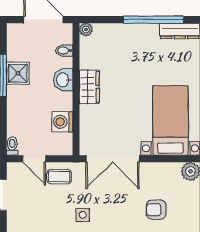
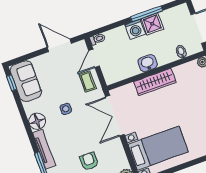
washbasin: (63, 80) -> (148, 63), moved
wardrobe: (89, 87) -> (155, 82), width x1.50
washing machine: (62, 122) -> (135, 29), moved, turned 180

